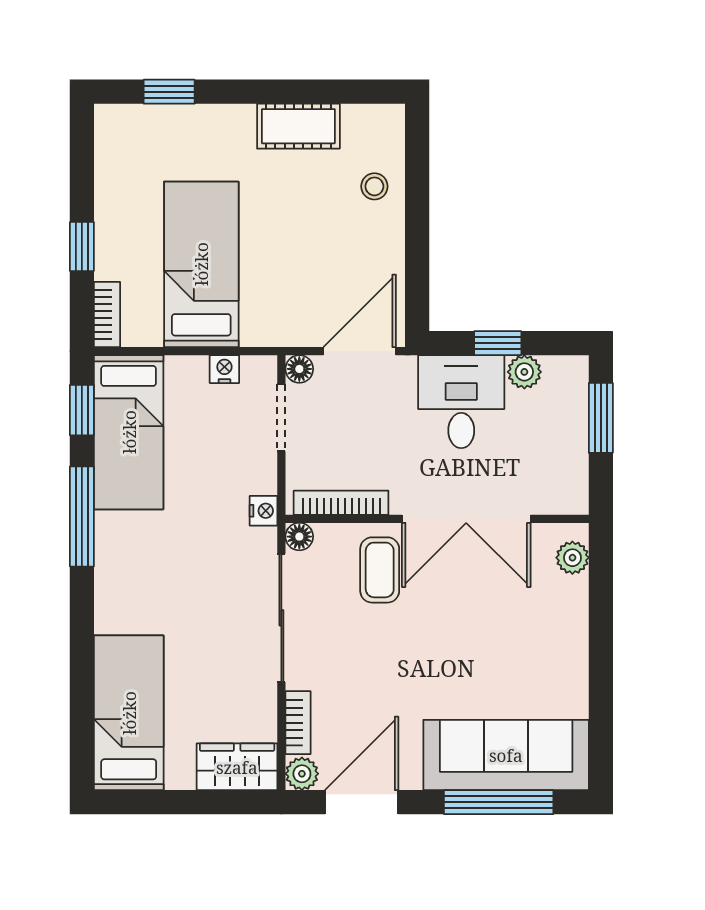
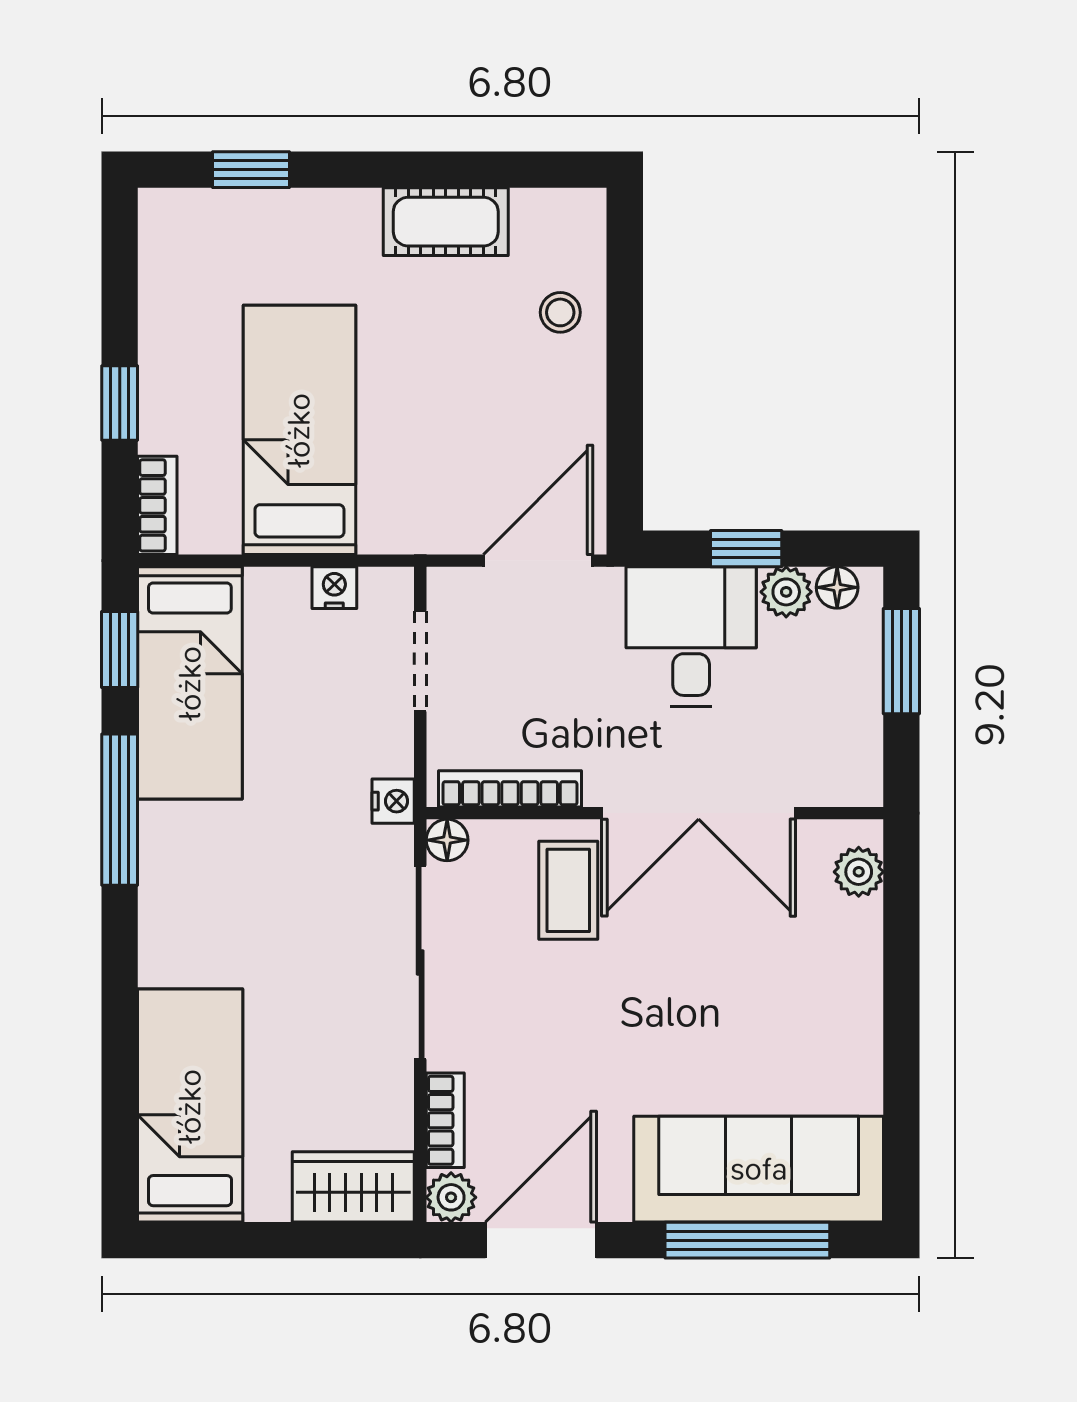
floor lamp: (299, 369) -> (837, 587), moved

